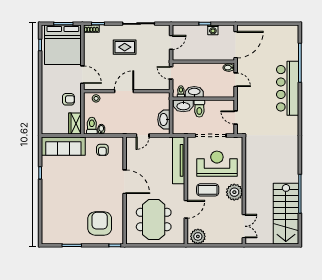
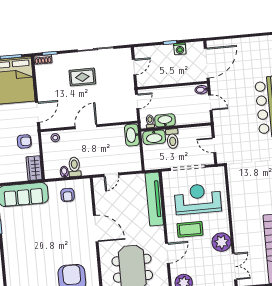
door: (171, 73) -> (137, 101), swing flipped
door: (82, 75) -> (37, 112), hinge flipped
washbasin: (164, 120) -> (132, 135), moved
toilet: (92, 126) -> (74, 167), moved
plant: (234, 192) -> (221, 242), moved

